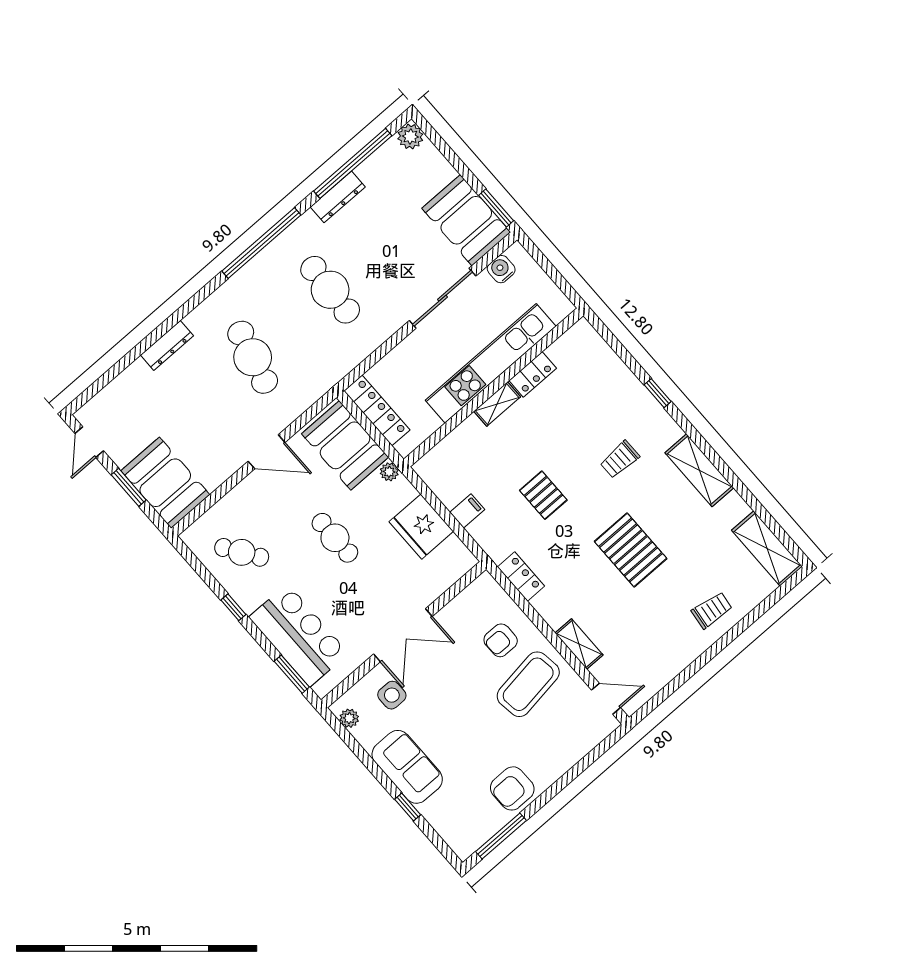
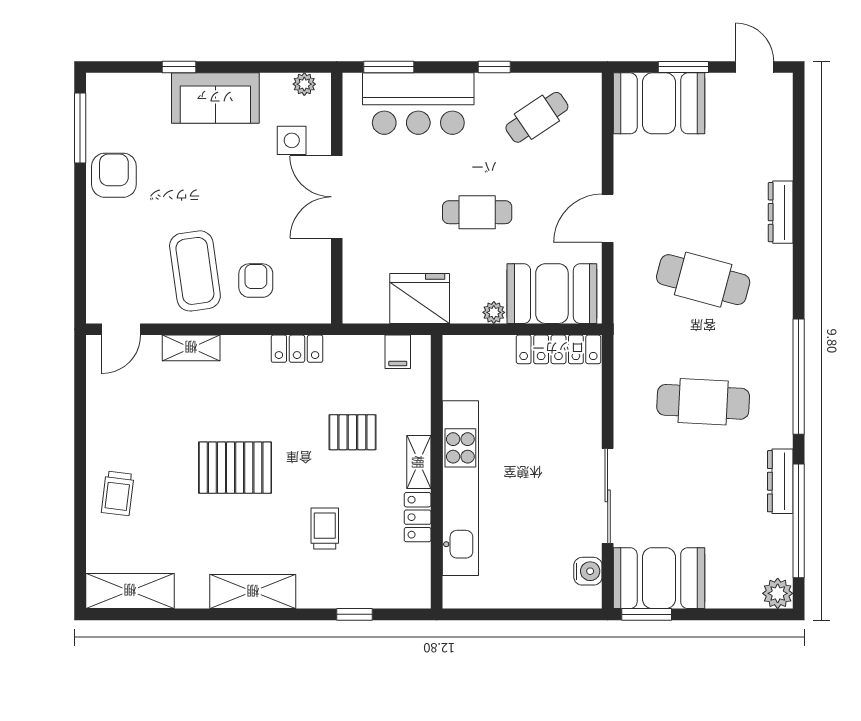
kitchen unit: (491, 363) -> (460, 488), moved
locker: (533, 374) -> (418, 517), moved
wall: (494, 387) -> (437, 472), moved
shelving: (497, 404) -> (419, 462), moved

